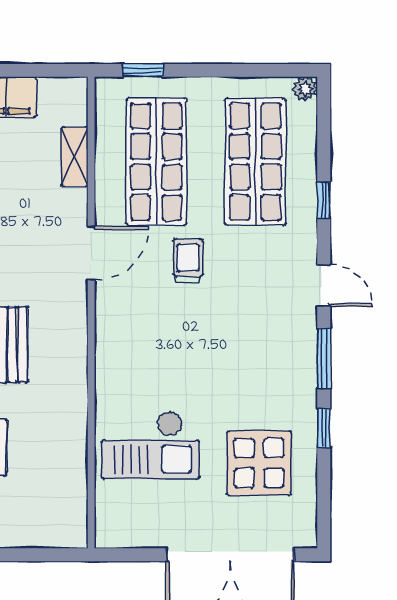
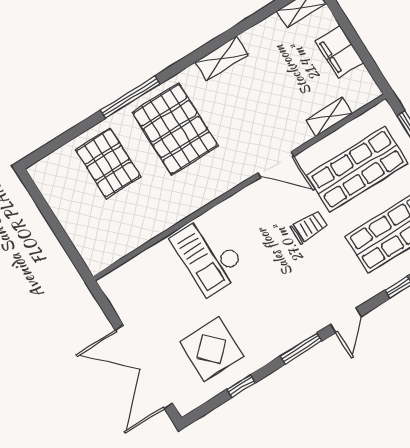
window: (324, 428) -> (241, 386), moved
checkout: (150, 445) -> (209, 255), moved

